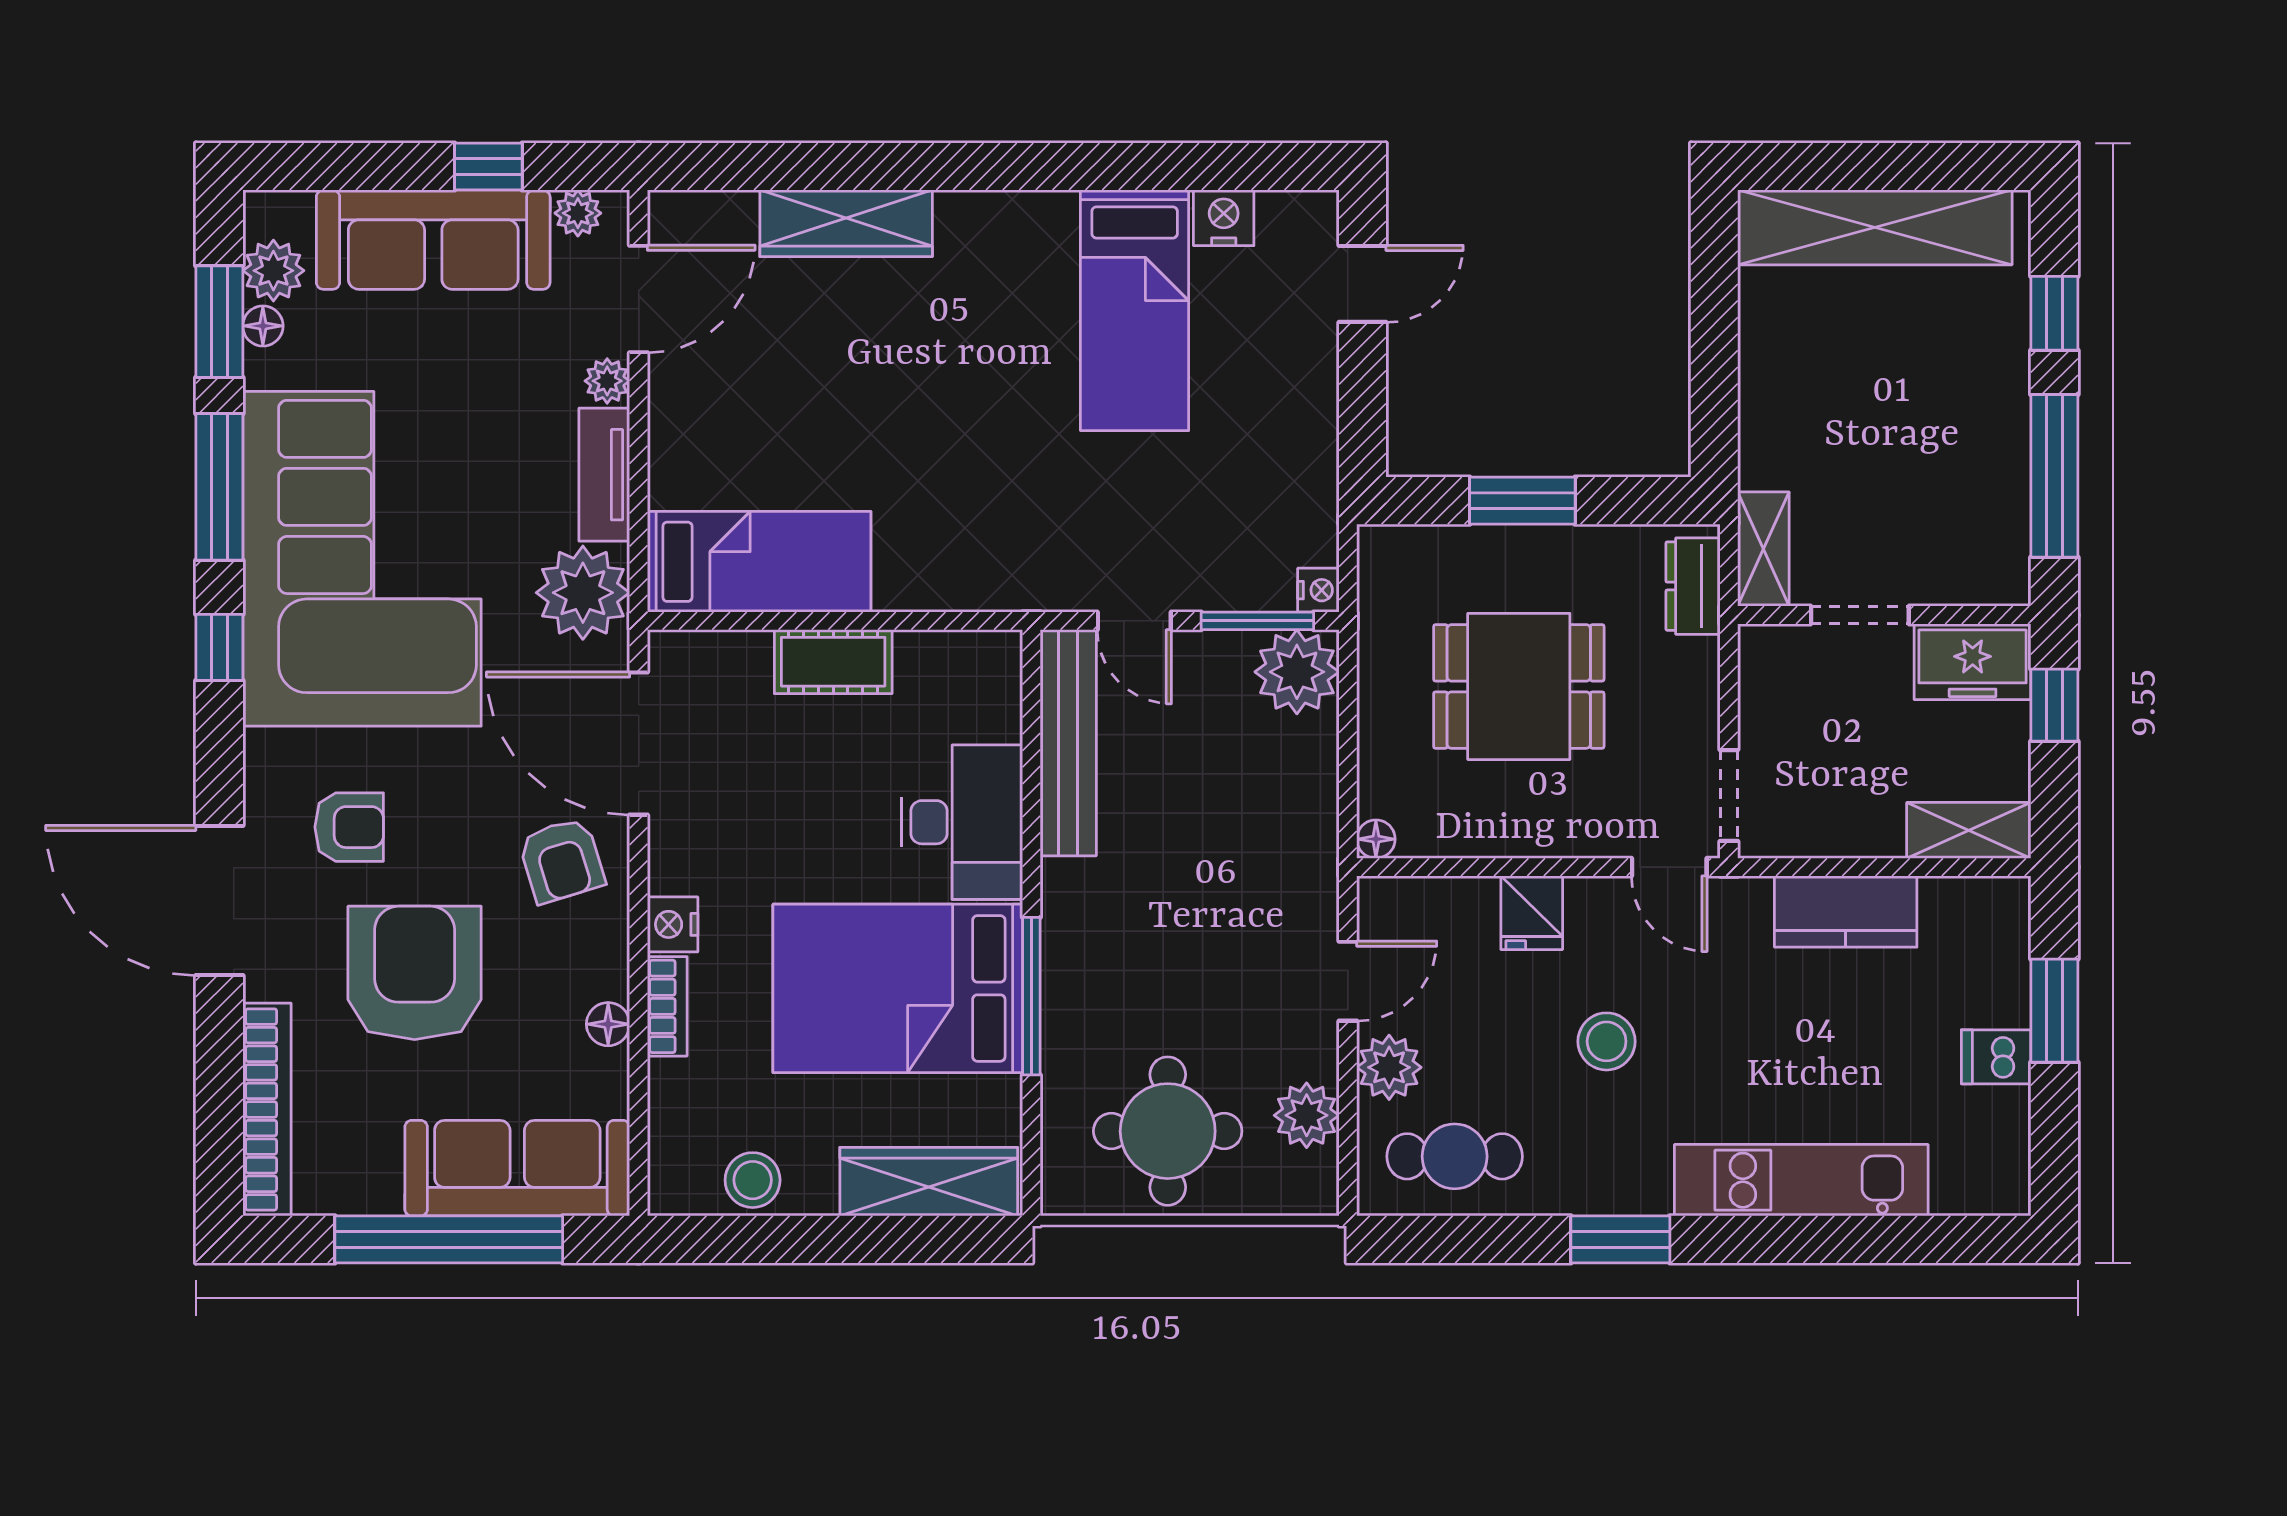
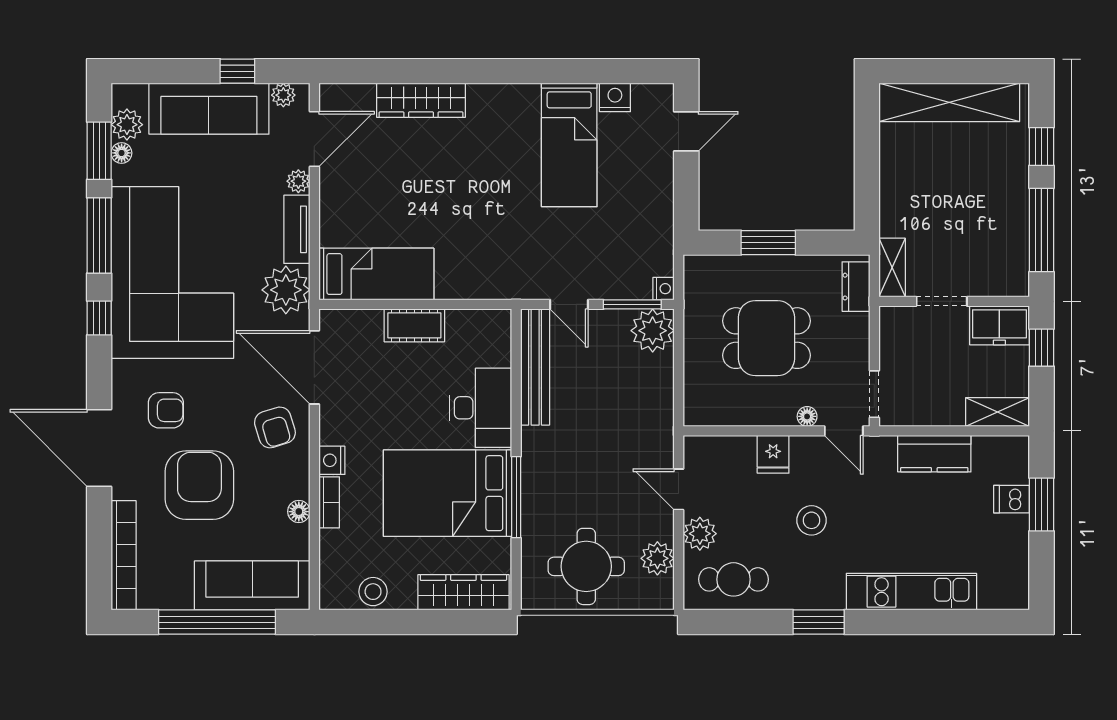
floor lamp: (1376, 839) -> (807, 416), moved
door: (1348, 981) -> (679, 489), swing flipped
dishwasher: (1996, 1057) -> (1012, 499), moved

